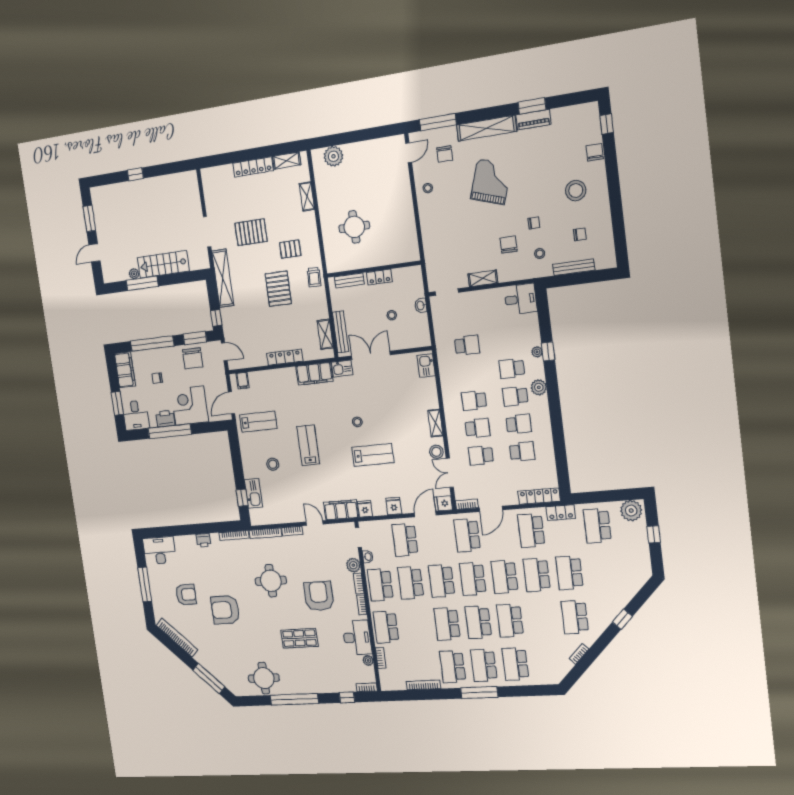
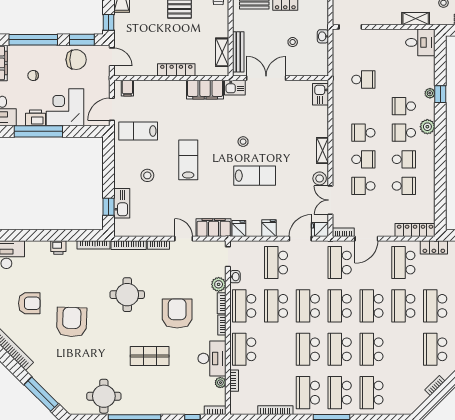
shelving: (483, 278) -> (416, 19), moved
chair: (193, 358) -> (76, 60), turned -90
lab bench: (258, 422) -> (138, 131), turned 180
armchair: (225, 610) -> (72, 322), turned 92

